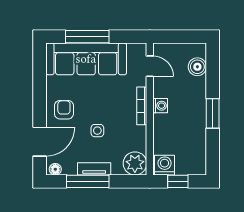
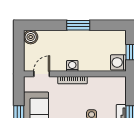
boiler: (197, 67) -> (31, 37), moved
plant: (135, 163) -> (117, 85), removed

